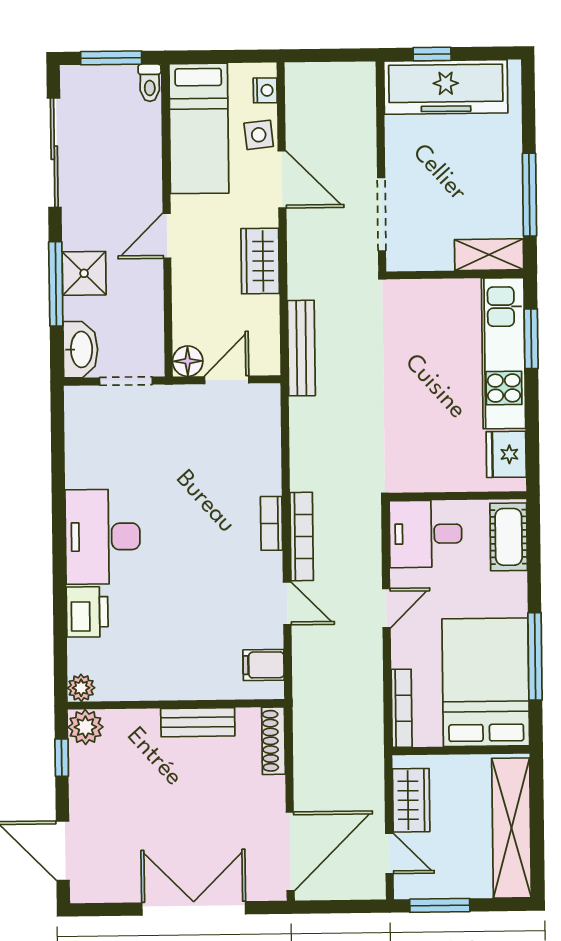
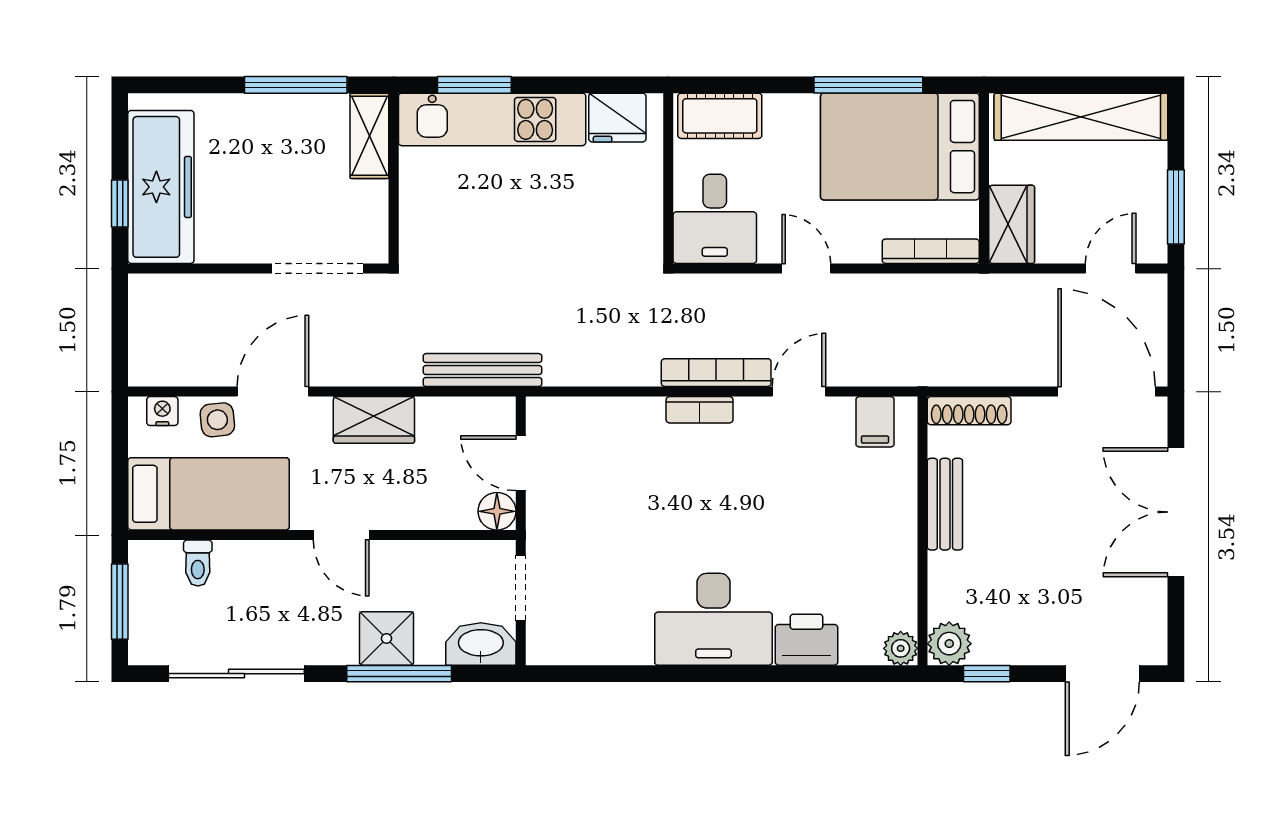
toilet: (150, 83) -> (198, 563), moved, turned 90
wardrobe: (411, 800) -> (1012, 224), moved, turned 90

